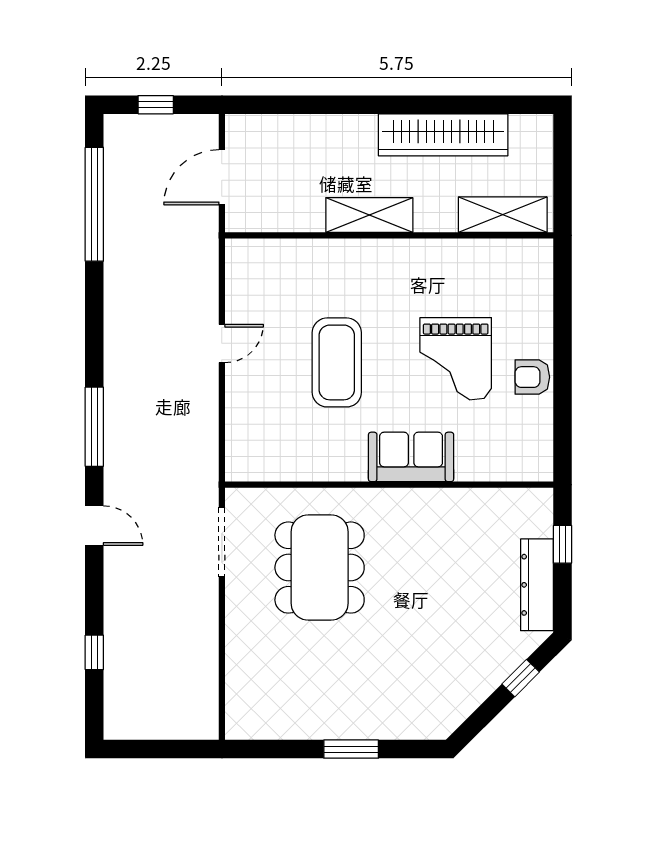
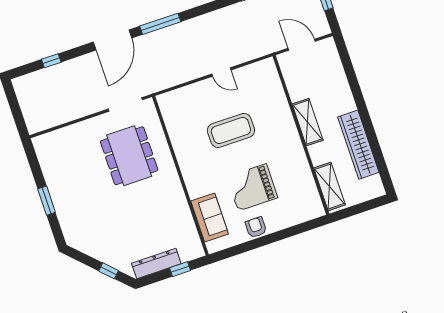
sofa: (411, 457) -> (210, 217), moved
door: (94, 526) -> (113, 40), width x1.87
dining table: (320, 568) -> (129, 156), turned 90

